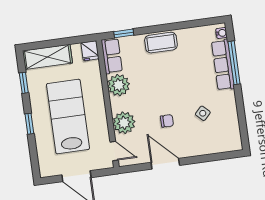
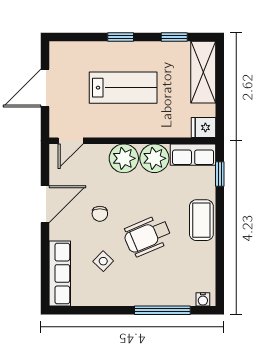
row of seats: (223, 65) -> (60, 273), moved, turned 90
wheelchair: (179, 82) -> (147, 236), added
lab bench: (68, 117) -> (123, 88), width x0.73, depth x0.72
plant: (124, 123) -> (124, 158), moved

